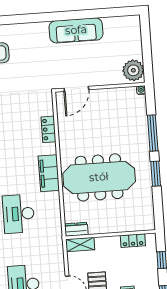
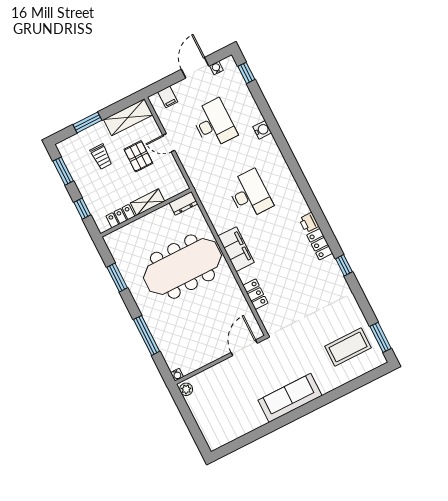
sofa: (76, 30) -> (290, 398), moved
plant: (133, 70) -> (186, 389), width x0.53, depth x0.53
window: (156, 174) -> (117, 278), moved
shelving: (80, 245) -> (148, 202), moved

